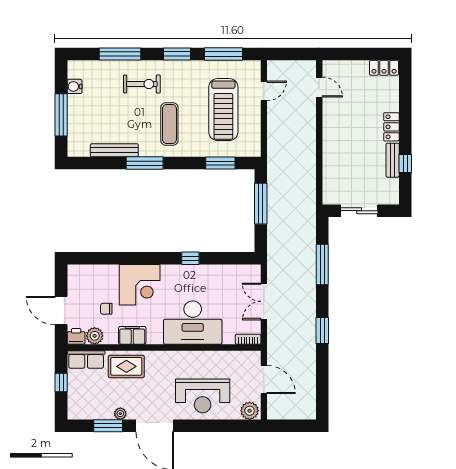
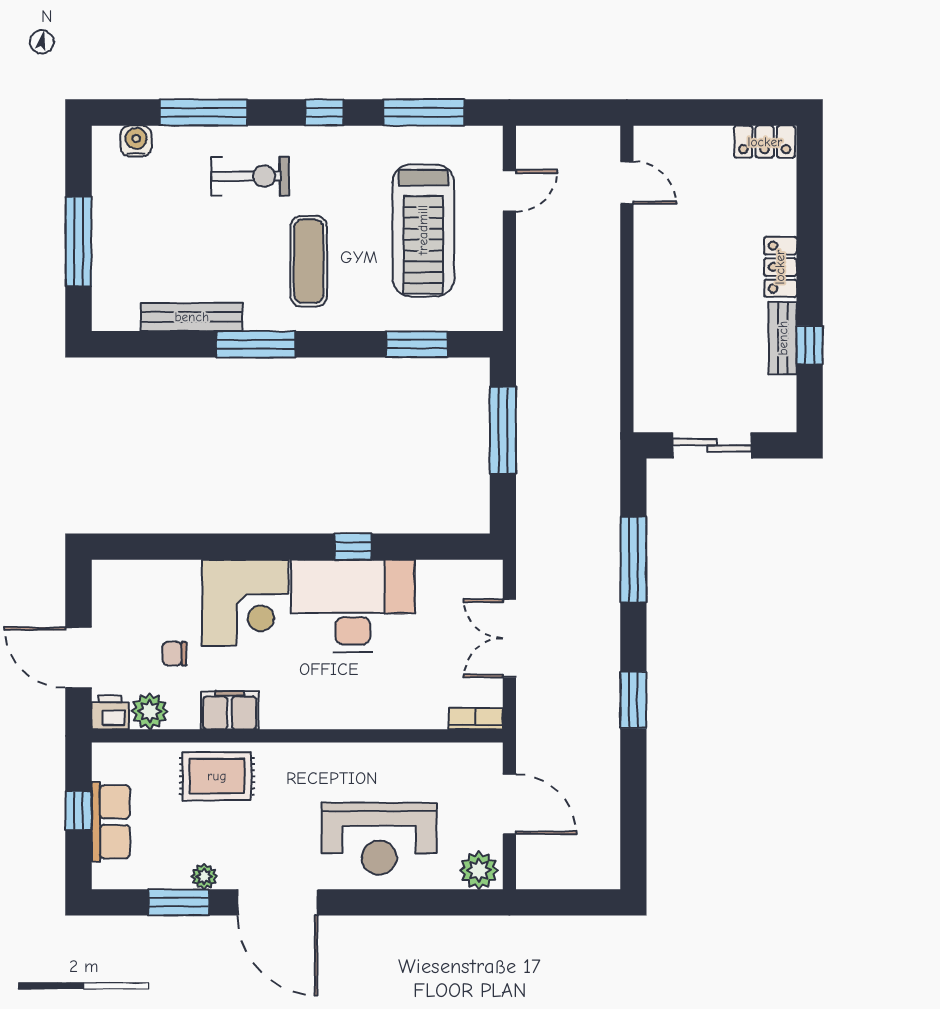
window: (177, 54) -> (325, 112), width x0.67
water cooler: (75, 86) -> (136, 141), moved, turned 90
desk: (193, 323) -> (353, 606), moved, turned 180
row of seats: (86, 359) -> (111, 822), moved, turned -90

